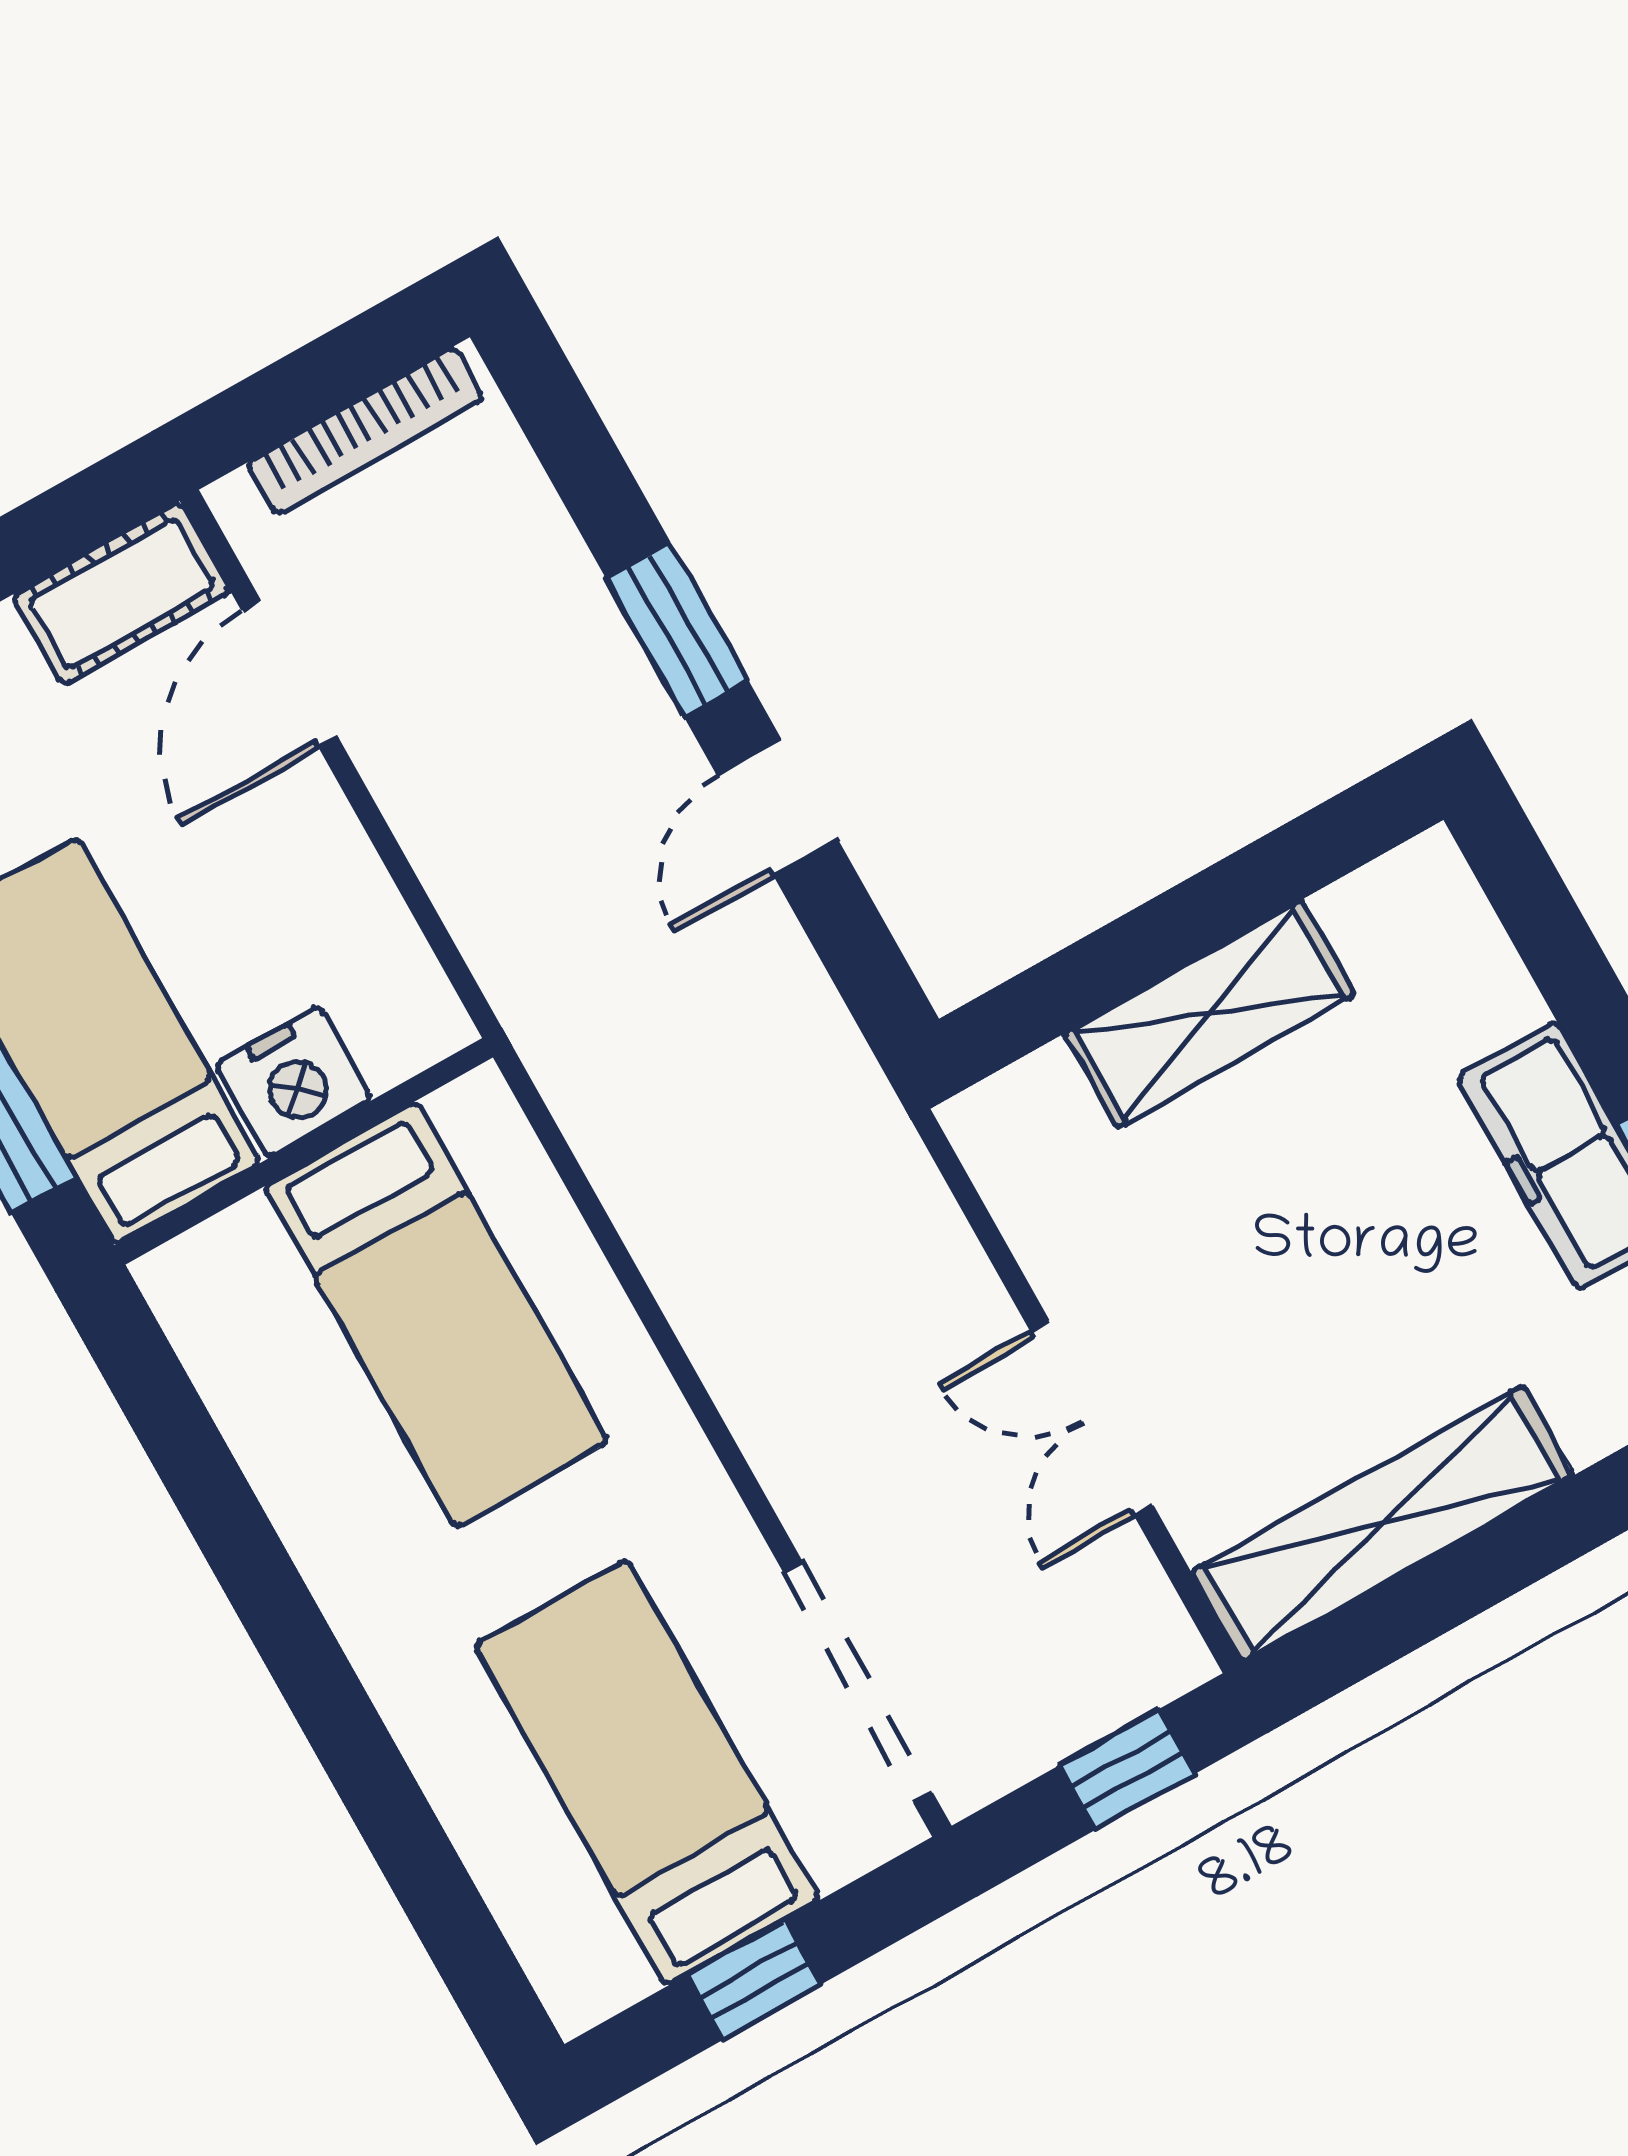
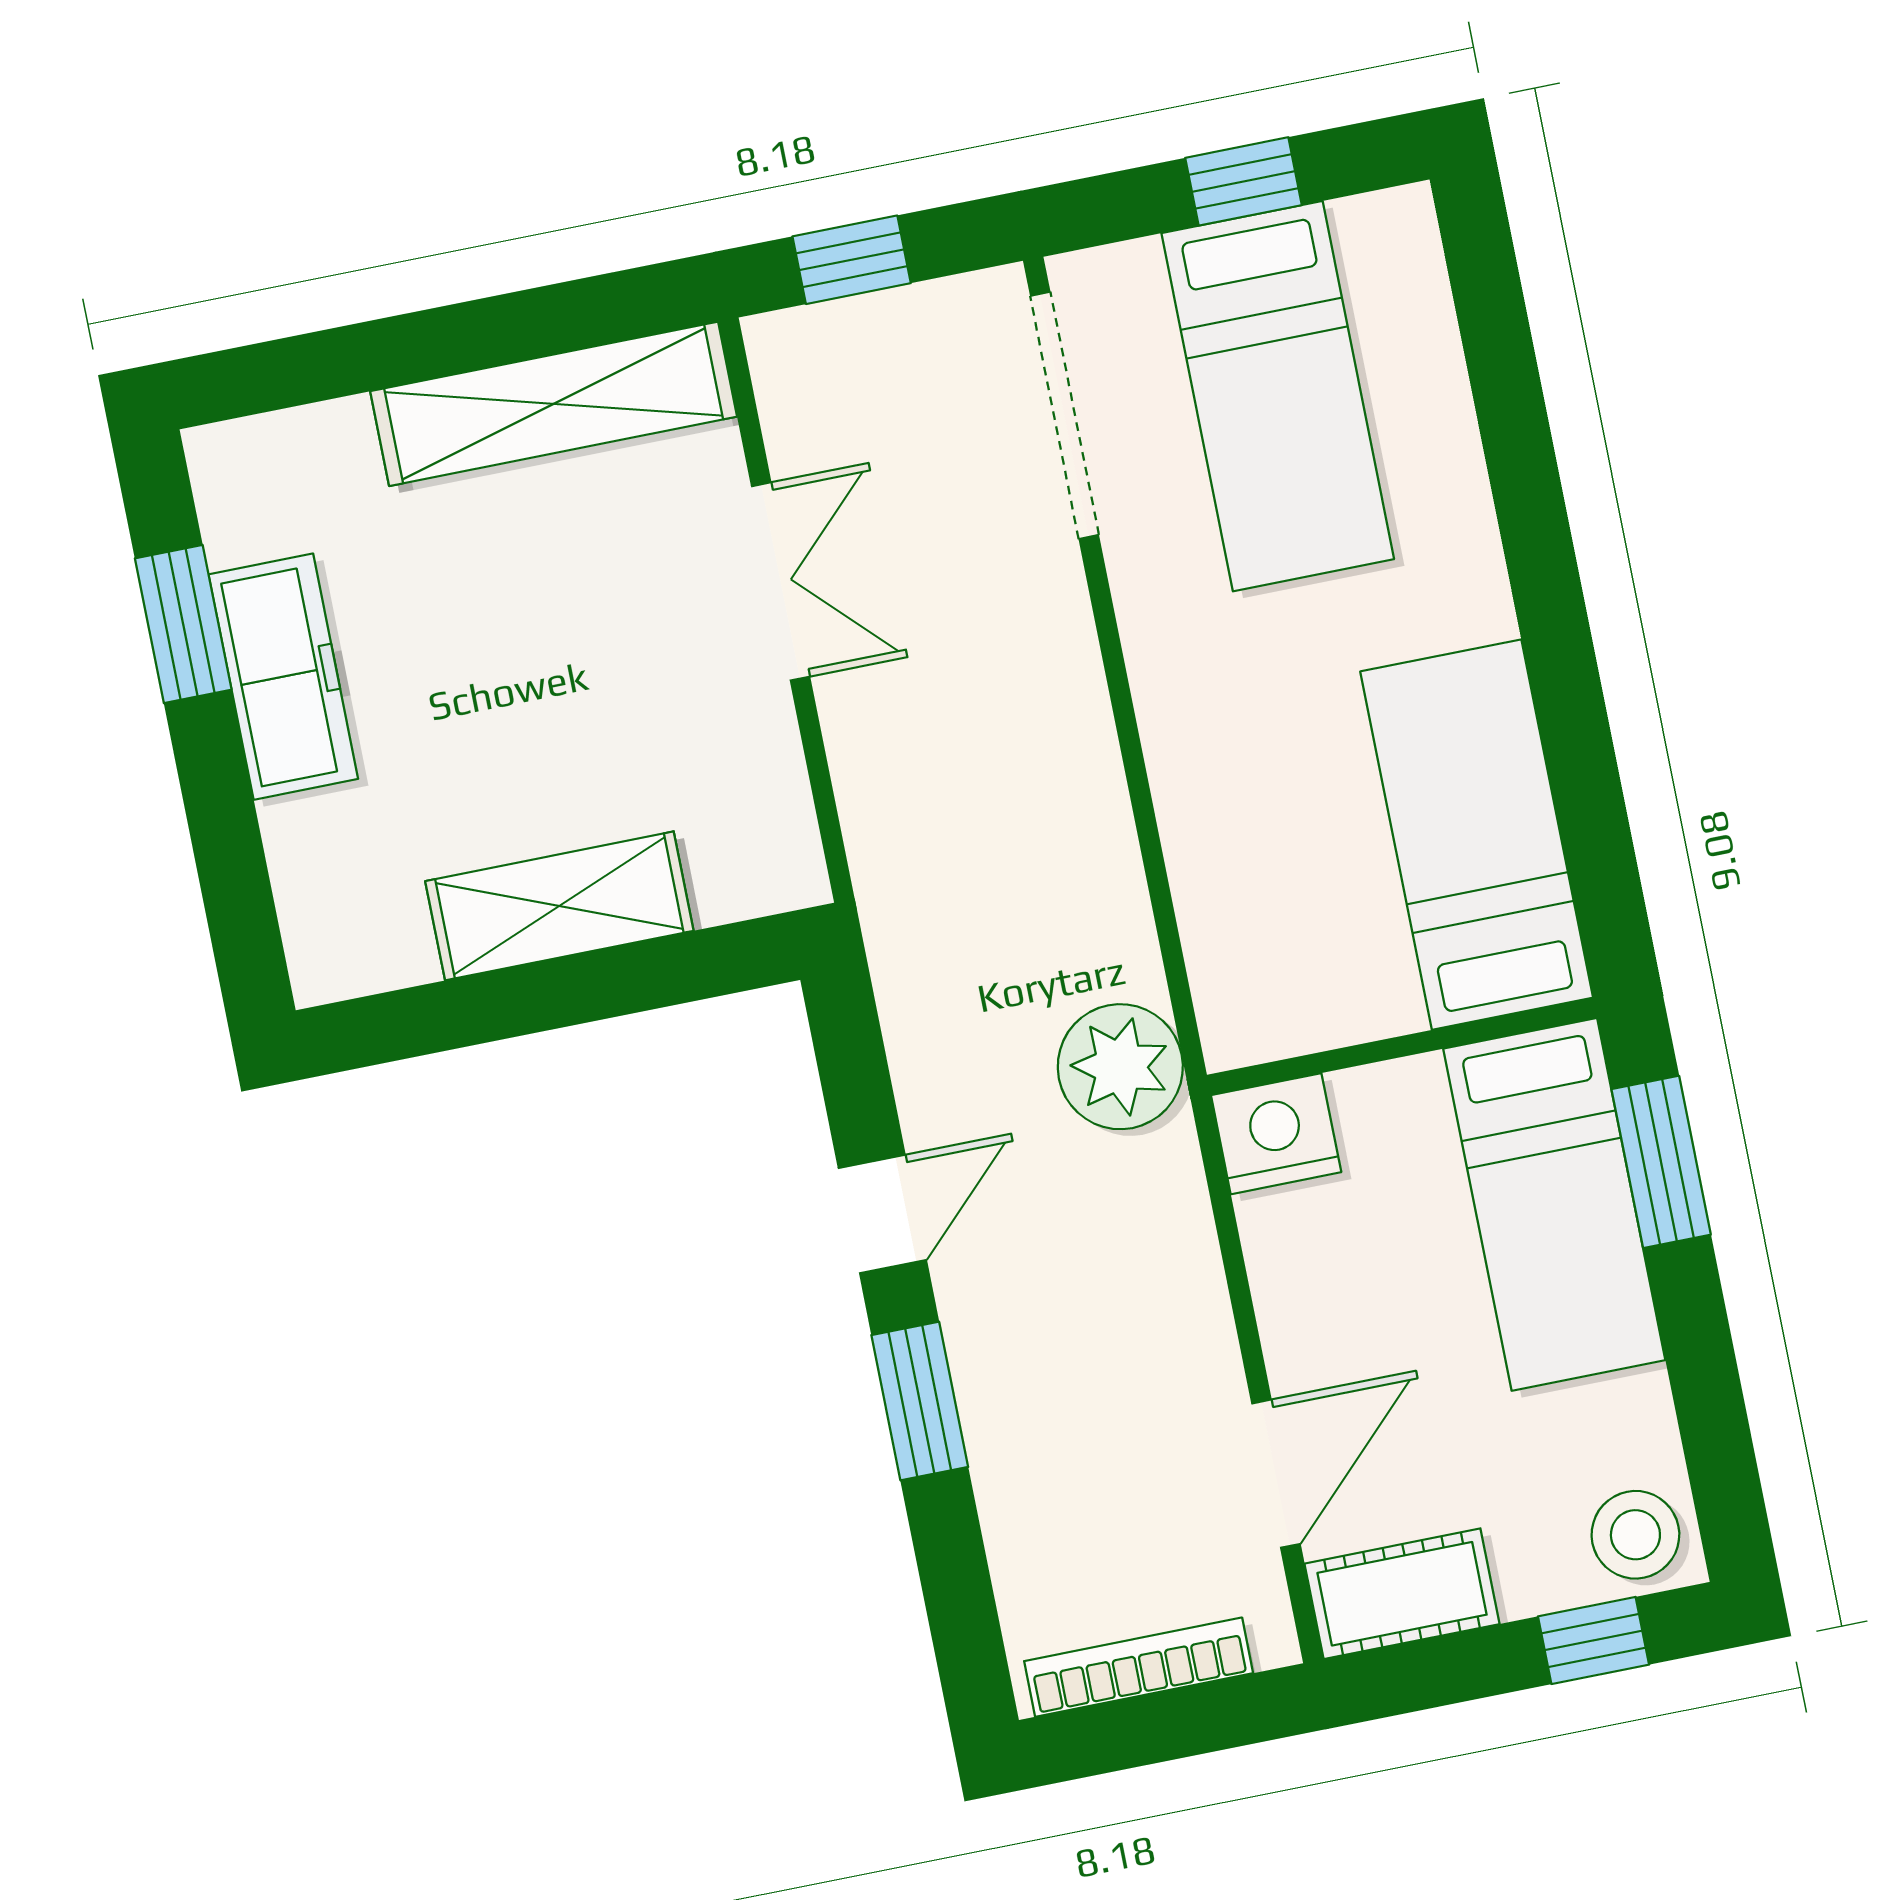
plant: (584, 1037) -> (1120, 1067), added
nightstand: (293, 1082) -> (1276, 1134), moved
bed: (436, 1315) -> (1477, 835), moved

